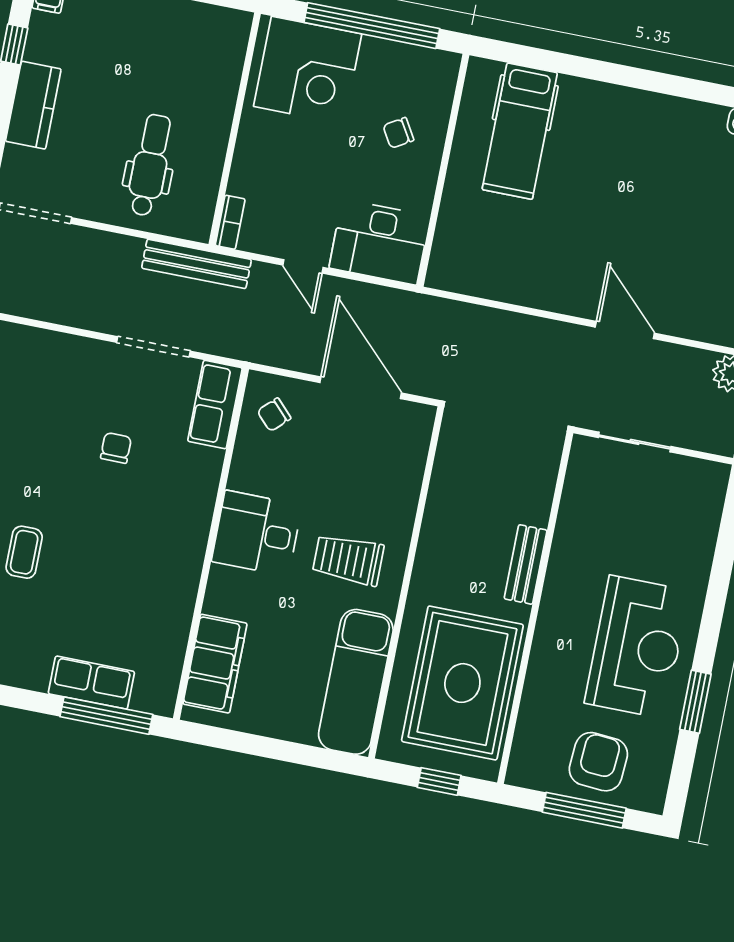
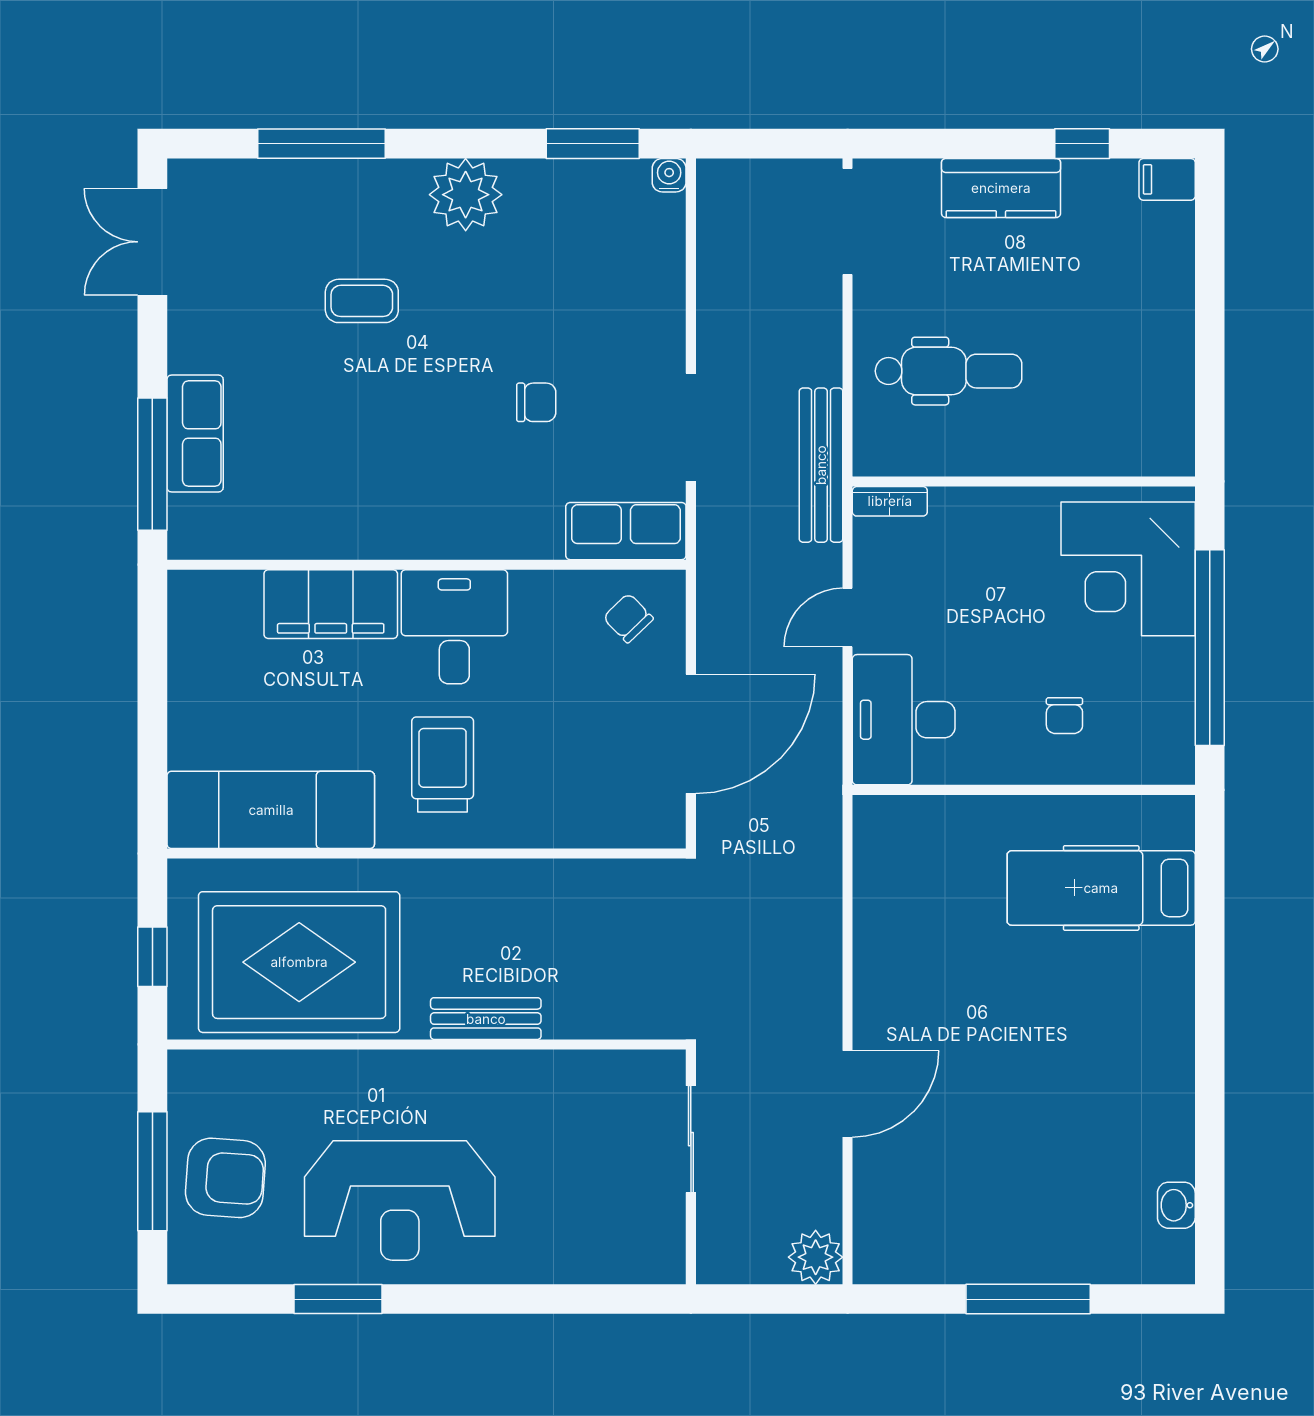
chair: (398, 133) -> (1064, 716), turned -149
filing cabinet: (215, 664) -> (331, 604), moved

